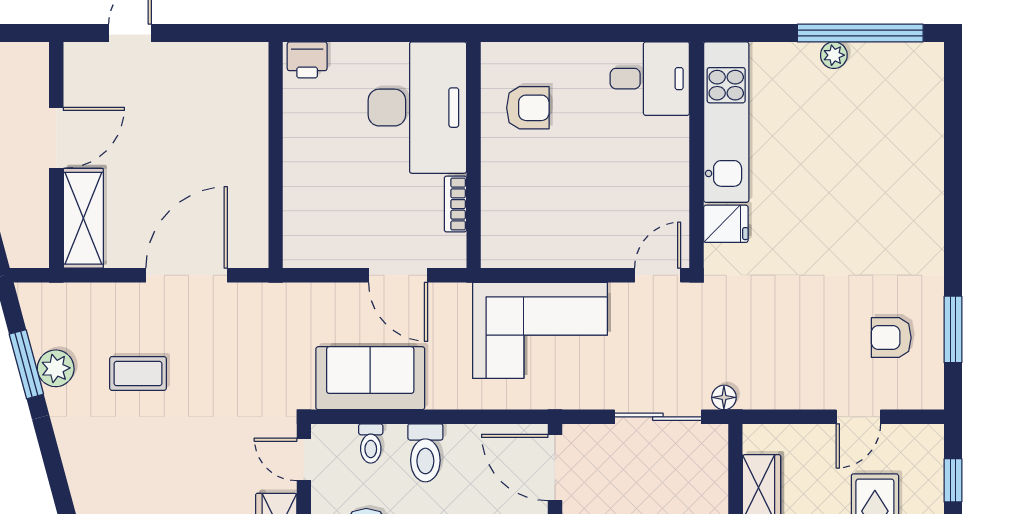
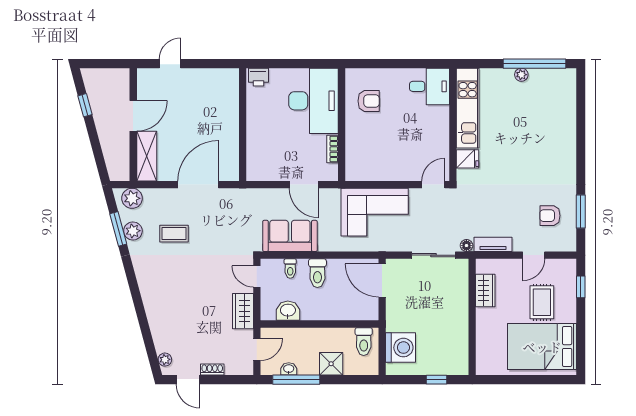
plant: (54, 303) -> (132, 198), added
tv unit: (777, 395) -> (493, 244), added

